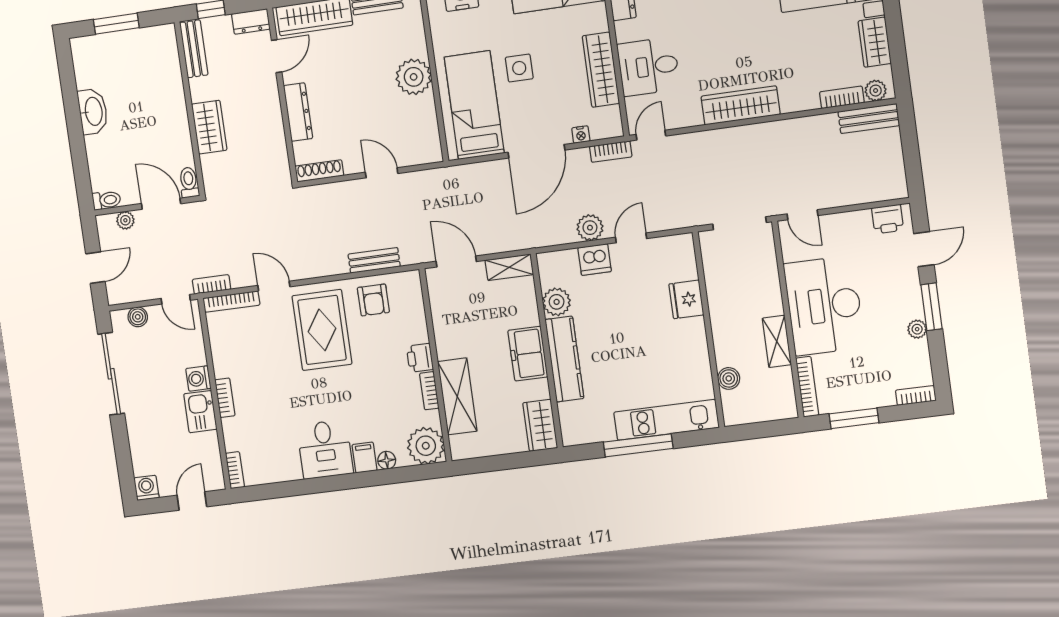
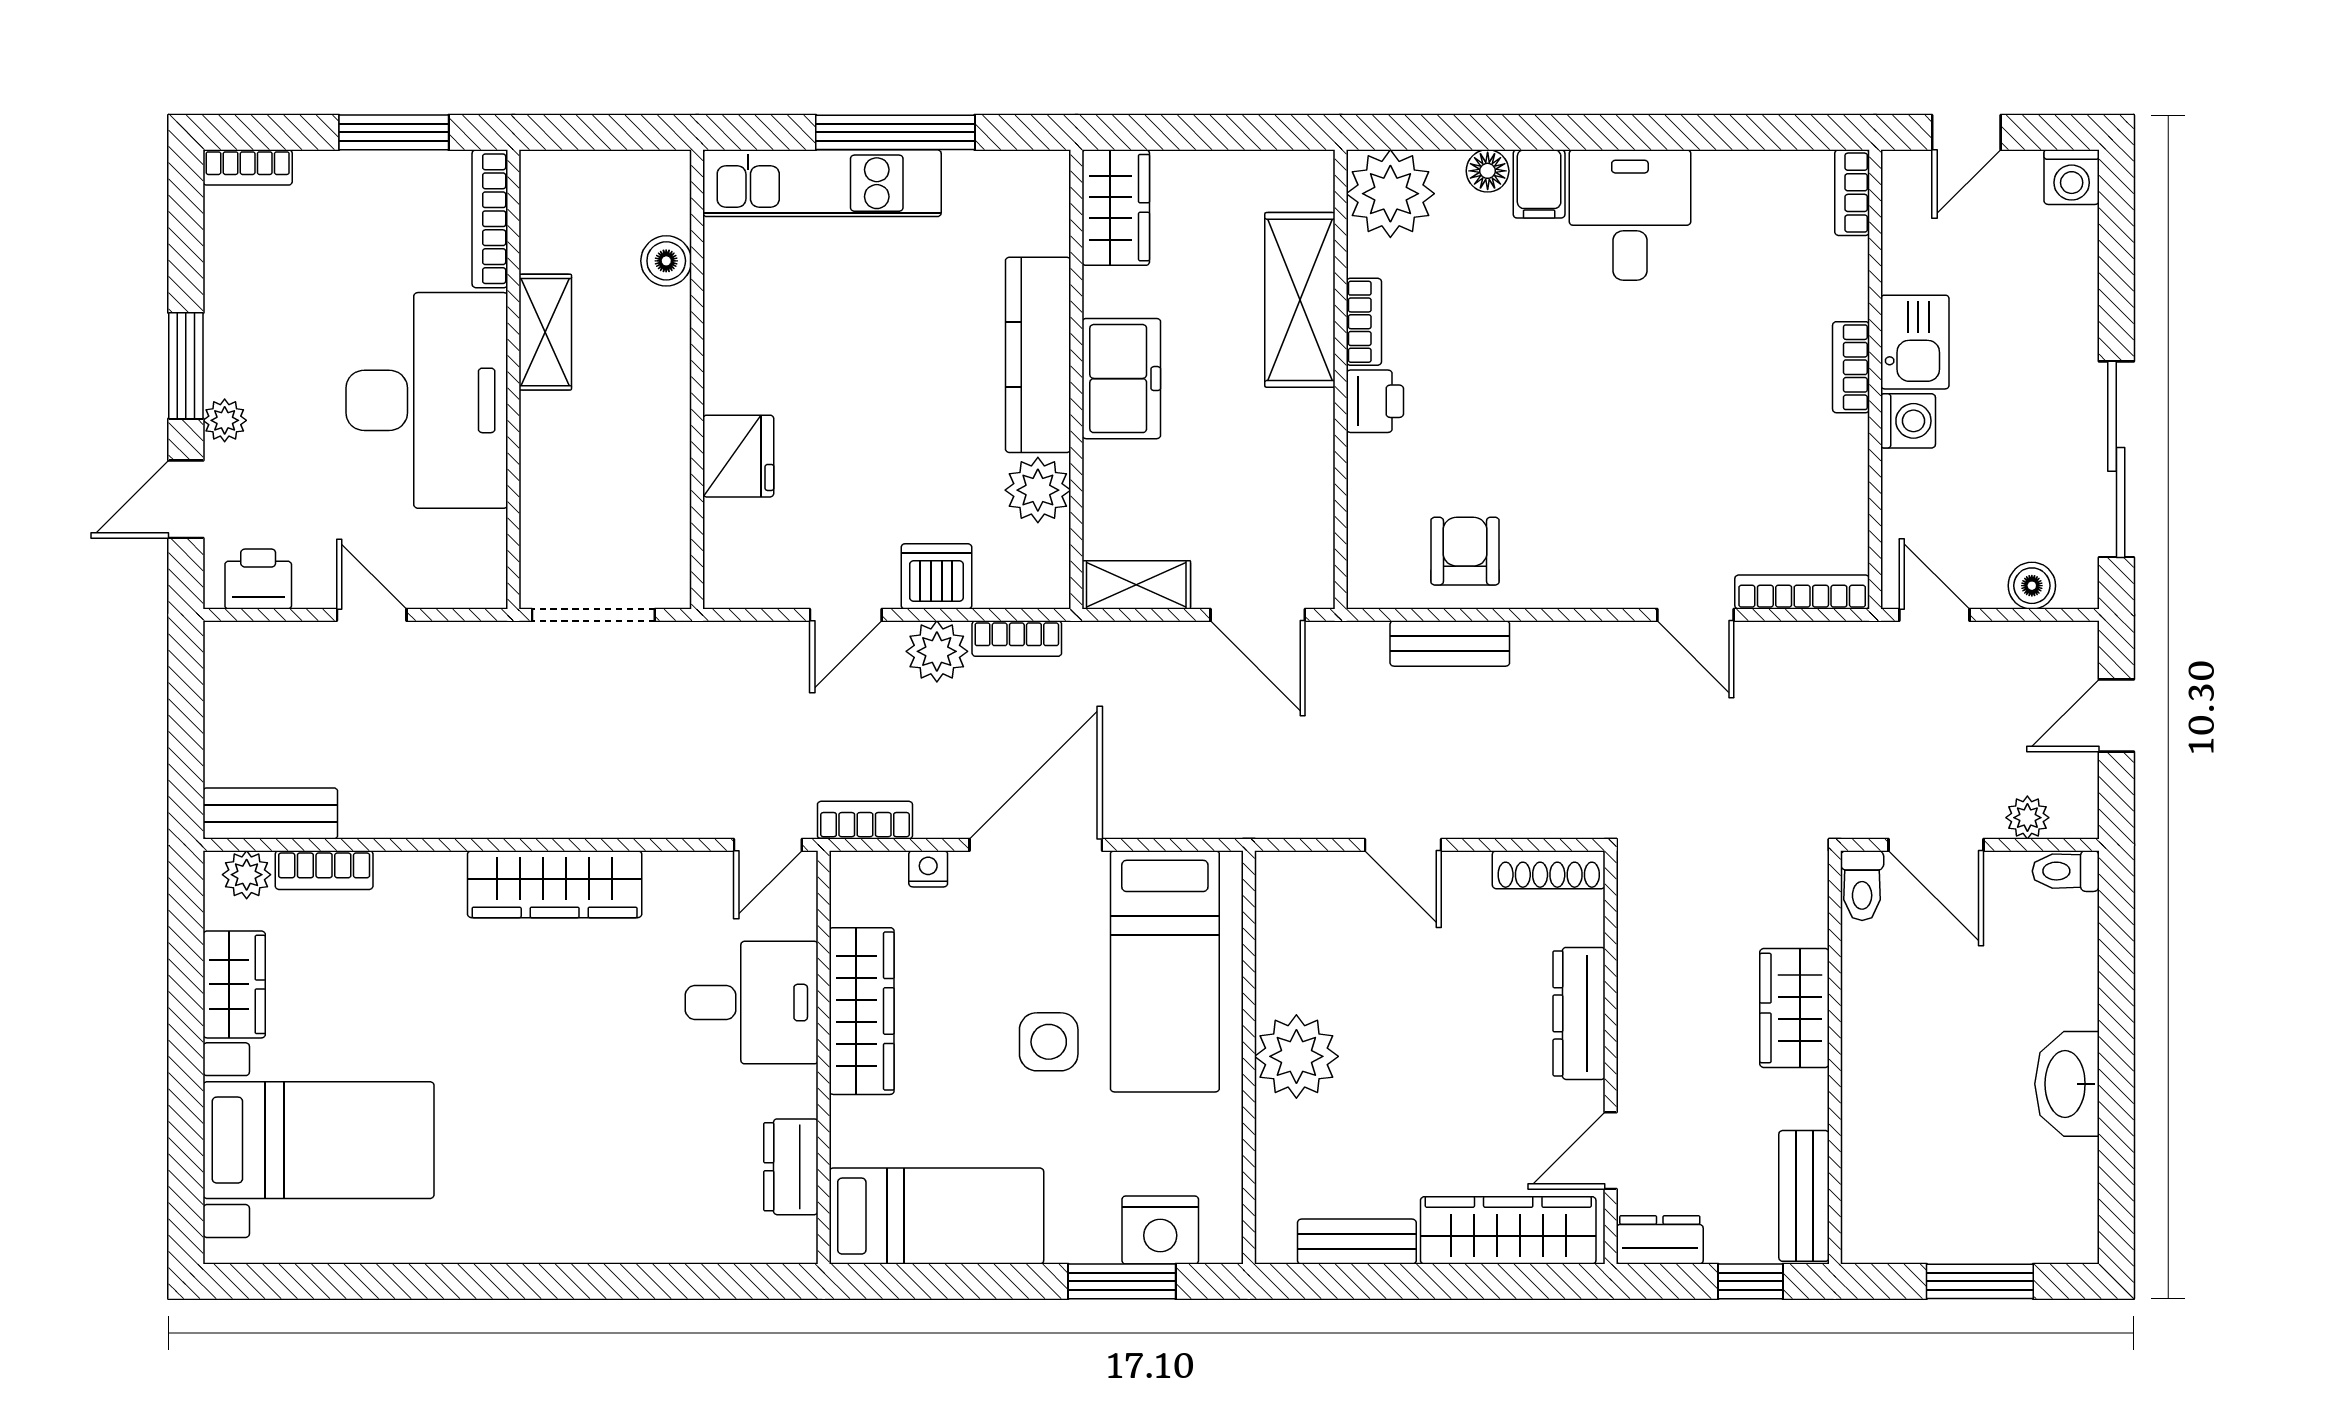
door: (802, 215) -> (372, 615), moved
bookcase: (212, 284) -> (1017, 639), moved
plant: (917, 329) -> (225, 420), moved
rug: (322, 330) -> (1596, 497), removed

